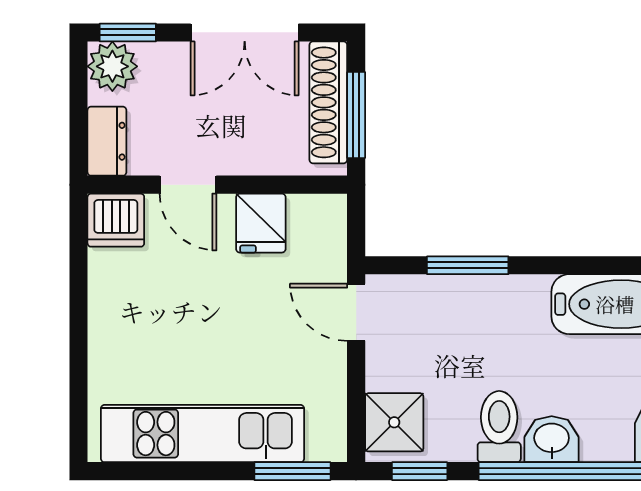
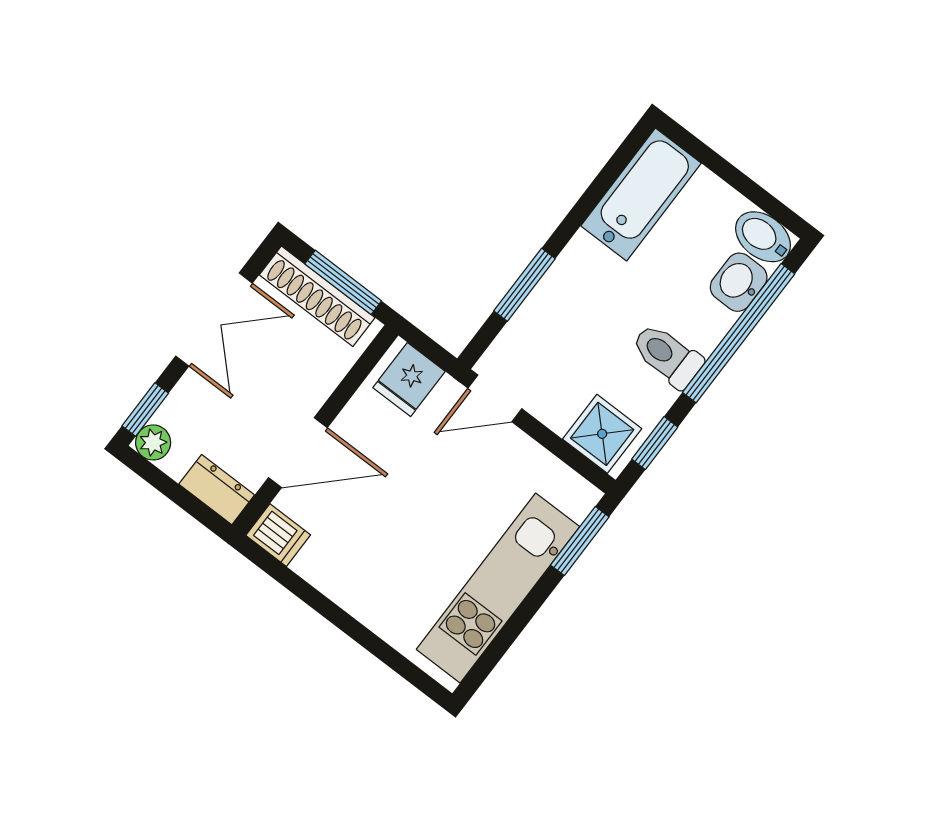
plant: (112, 66) -> (153, 442), width x0.73, depth x0.73
door: (188, 185) -> (298, 453), width x1.38
dishwasher: (116, 220) -> (278, 535), width x0.73
fridge: (261, 223) -> (409, 380), moved, turned 90
washbasin: (552, 439) -> (739, 282), moved

